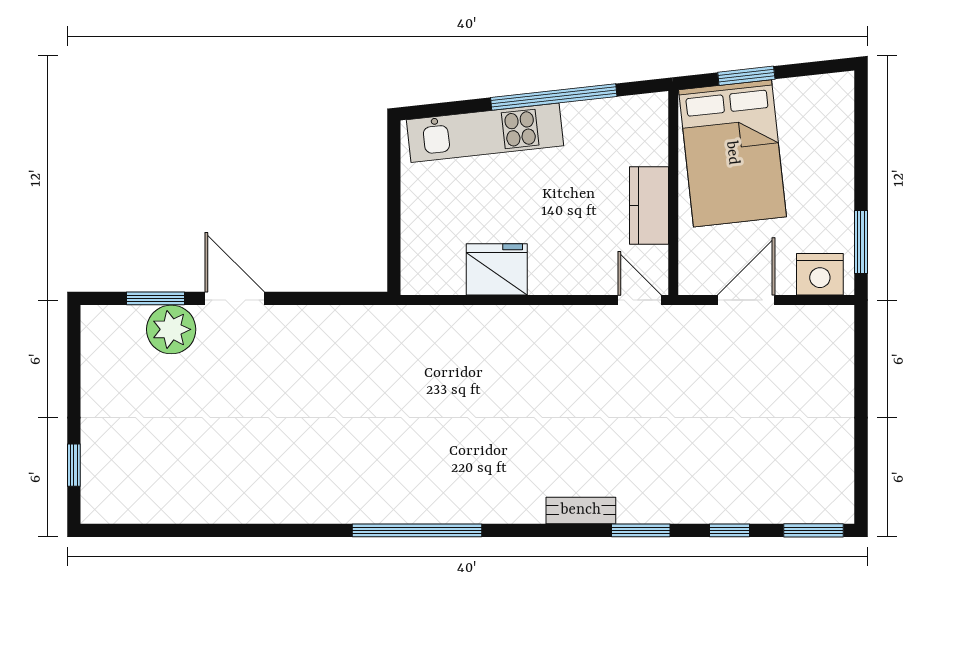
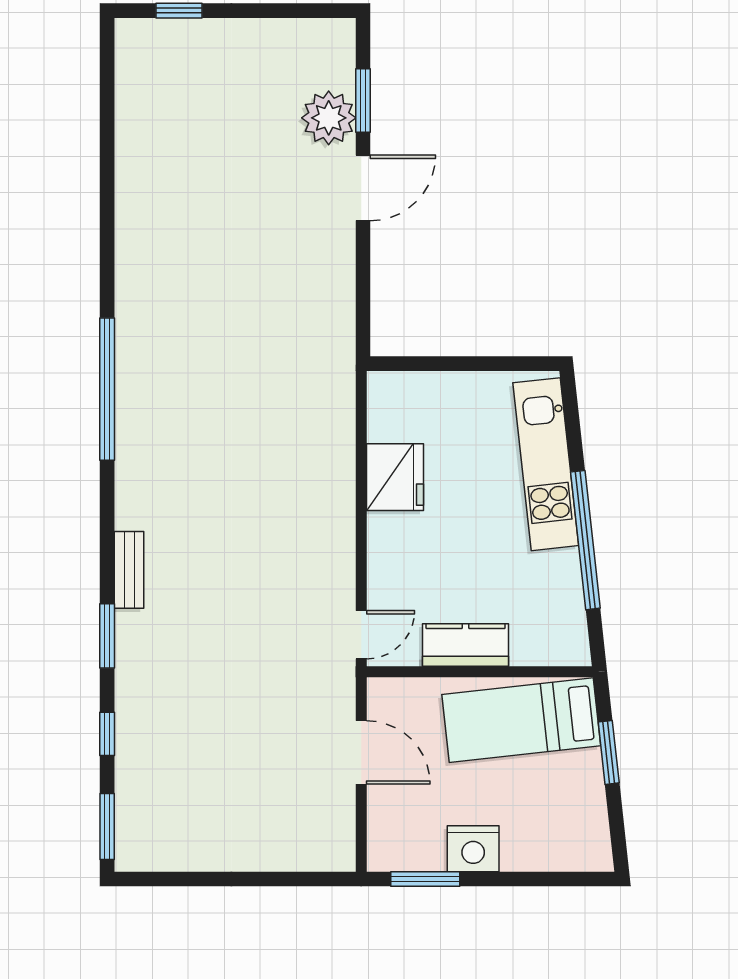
bed: (732, 153) -> (521, 720), width x0.67
nightstand: (820, 274) -> (473, 849), moved, turned -90

